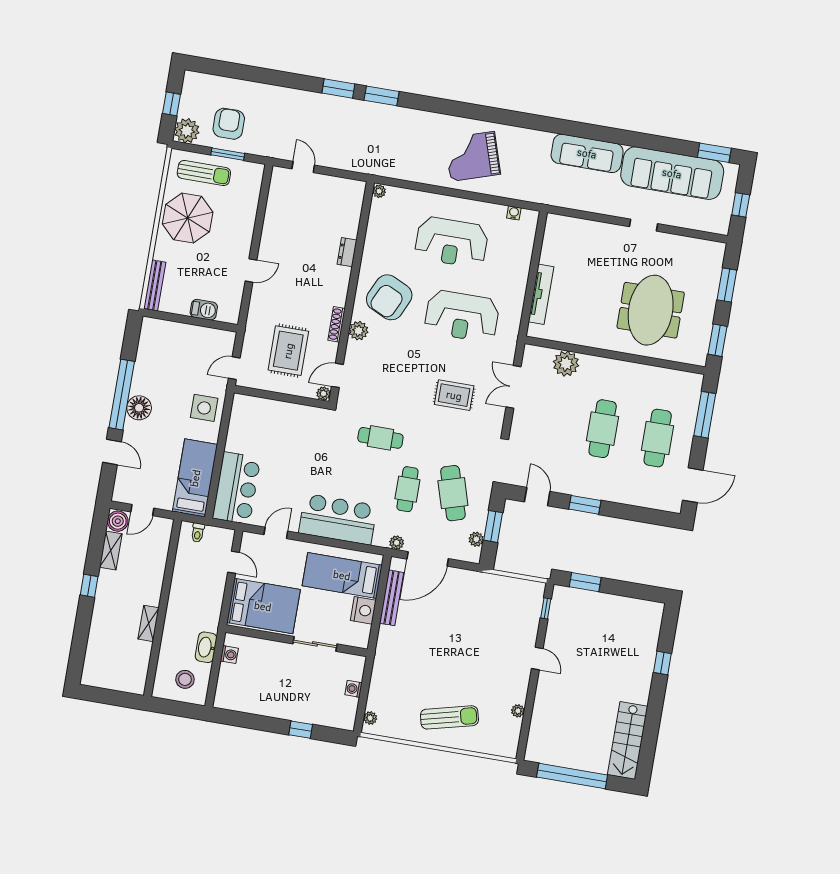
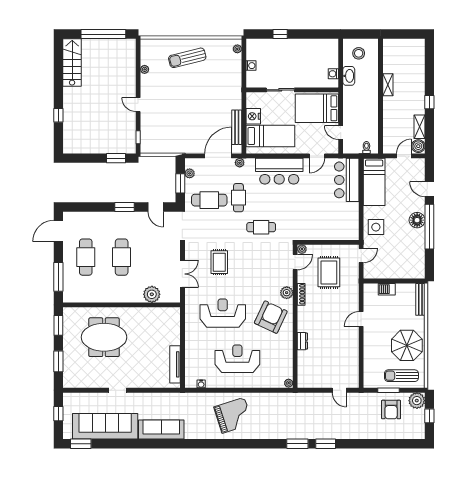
tv unit: (541, 294) -> (175, 364), moved
meeting table: (651, 310) -> (104, 337), turned 90
rug: (454, 395) -> (219, 262), turned 90
cafe table: (453, 493) -> (209, 200), turned -73

